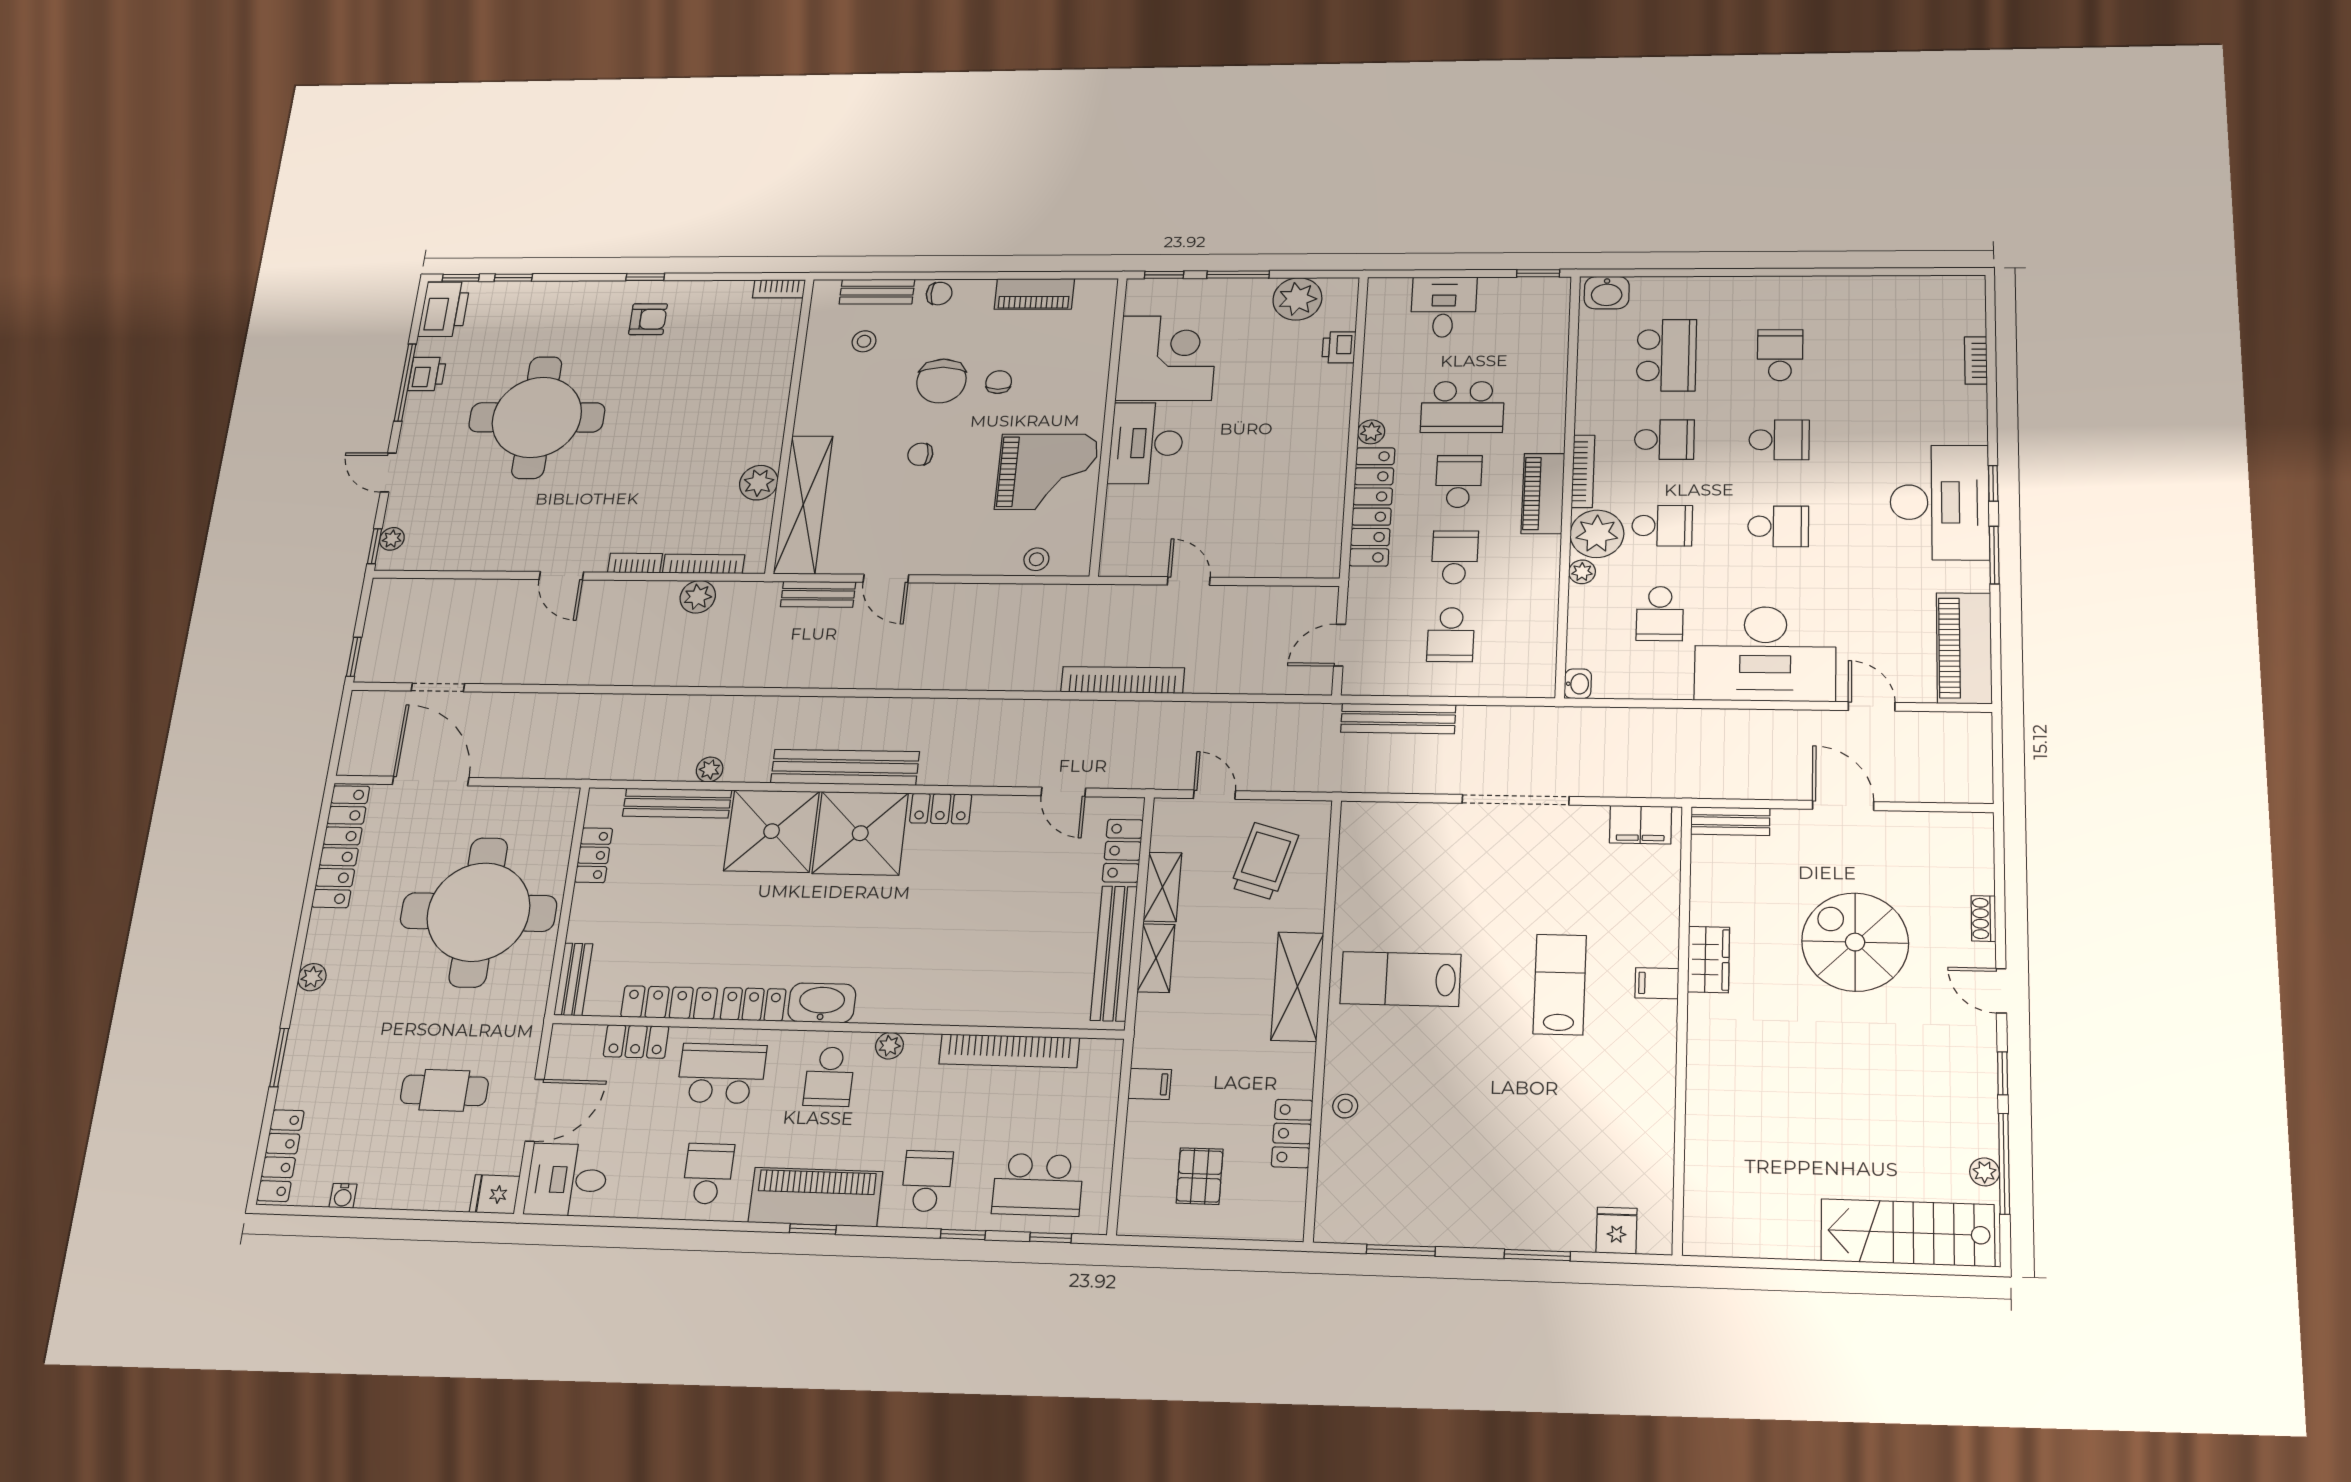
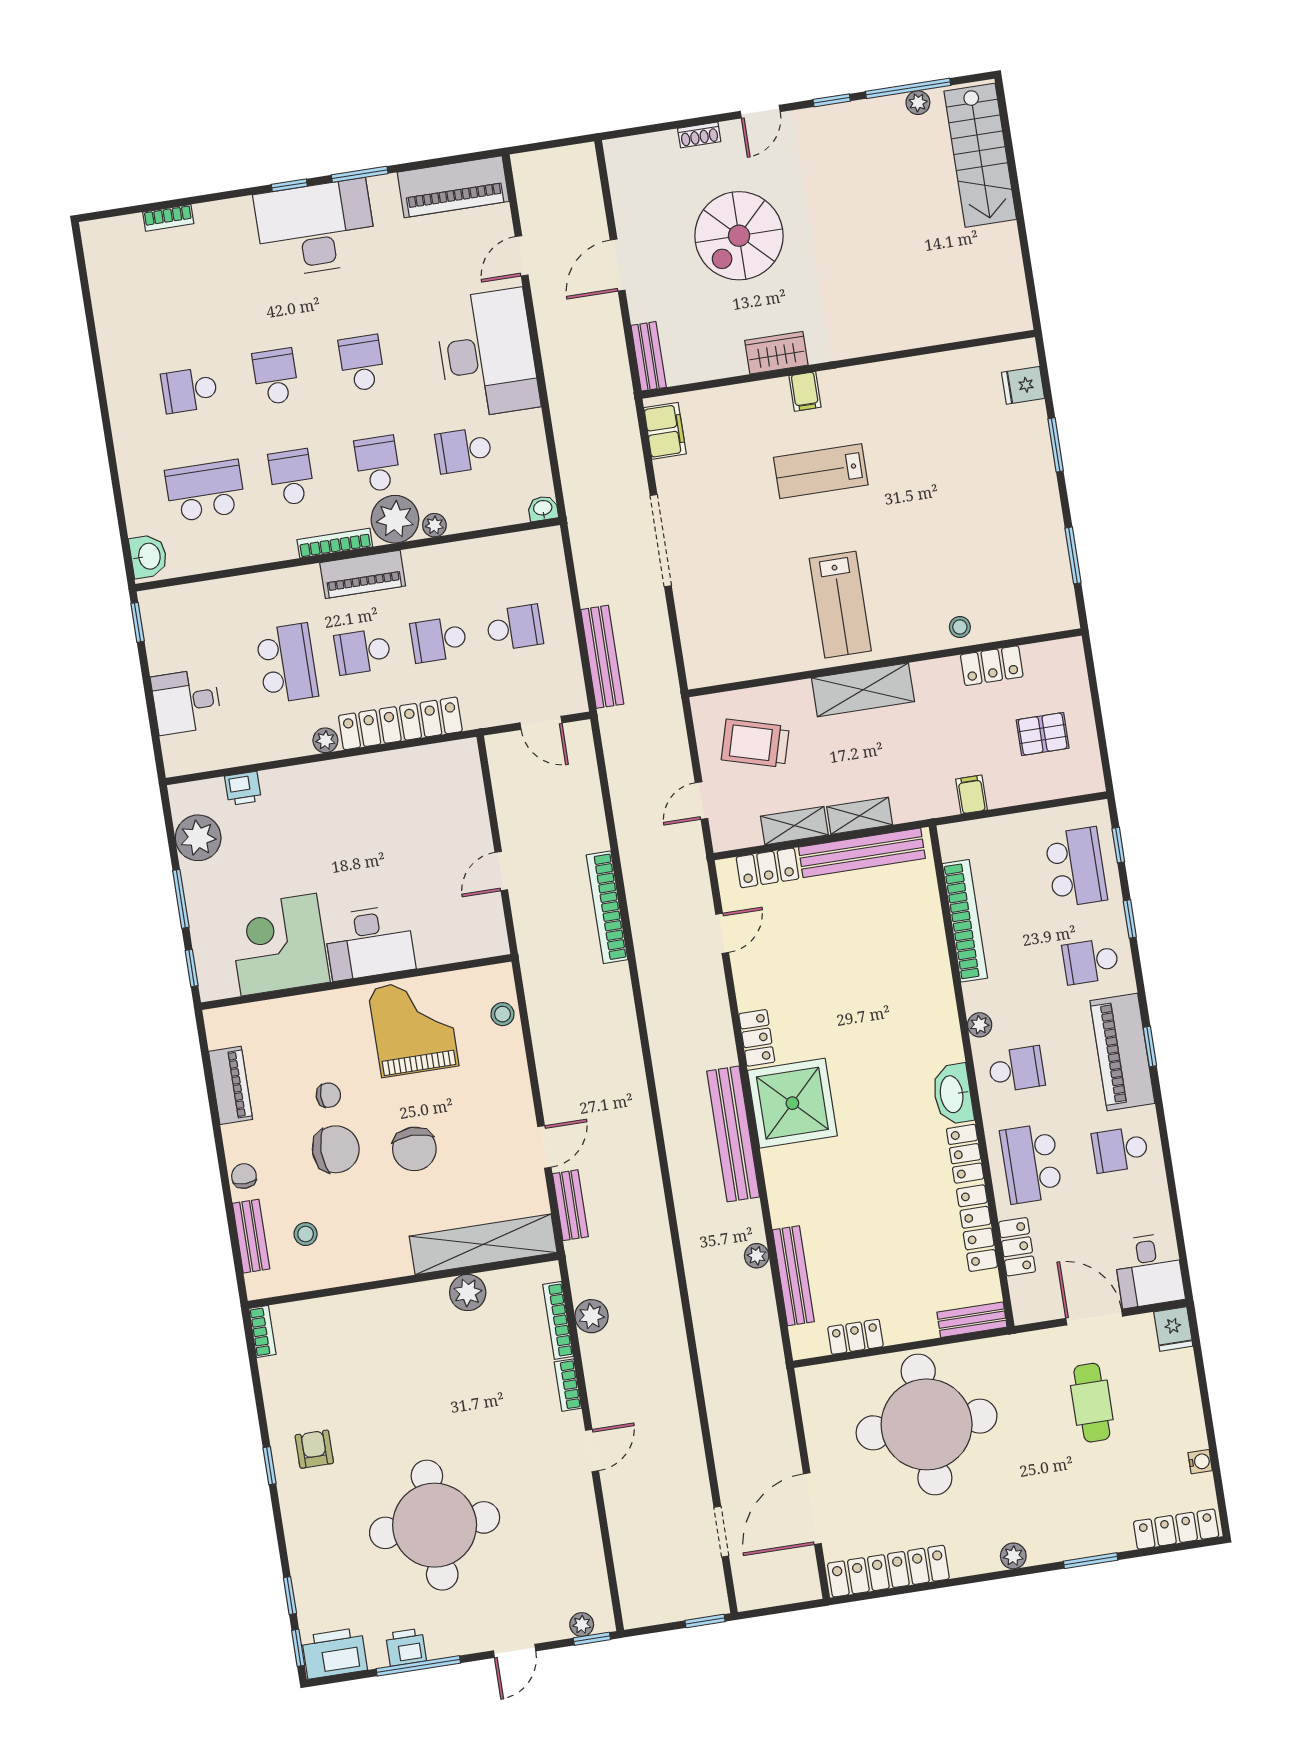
chair: (999, 382) -> (328, 1095), turned 180
chair: (920, 454) -> (414, 1149), width x1.87, depth x1.87
school desk: (1660, 614) -> (464, 450), turned 180
shower: (772, 831) -> (804, 1183), removed

